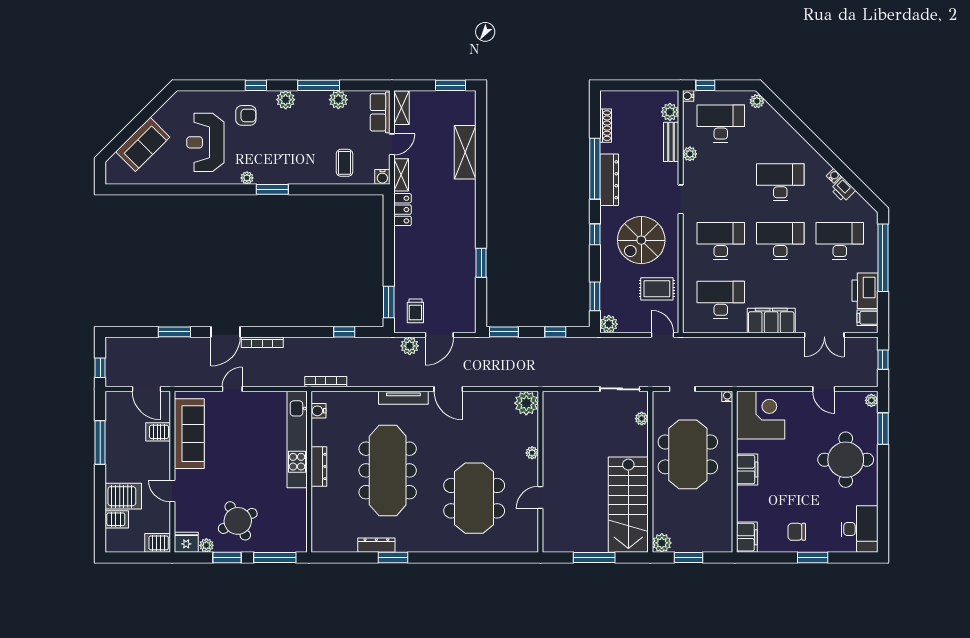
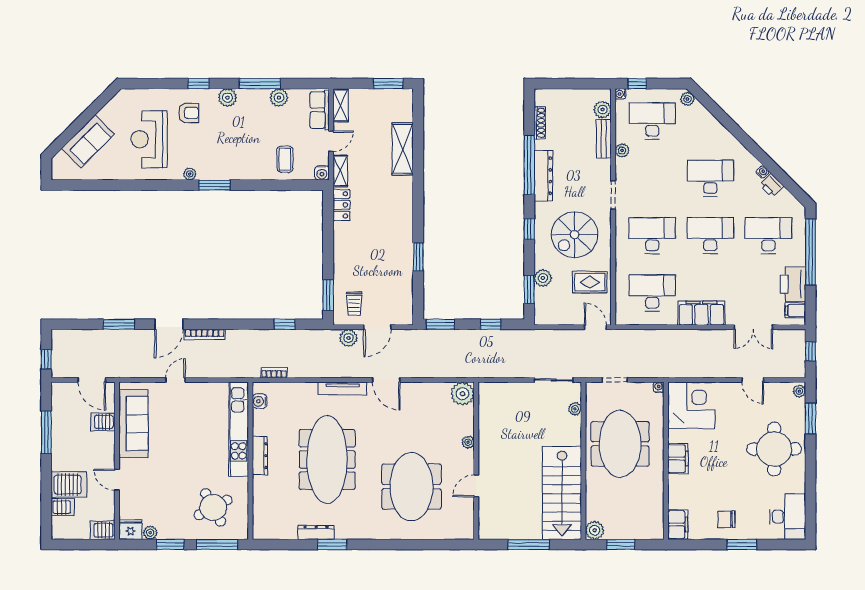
plant: (609, 324) -> (543, 278), moved
bookcase: (326, 382) -> (274, 373), width x0.64
round table: (238, 521) -> (213, 507), moved

